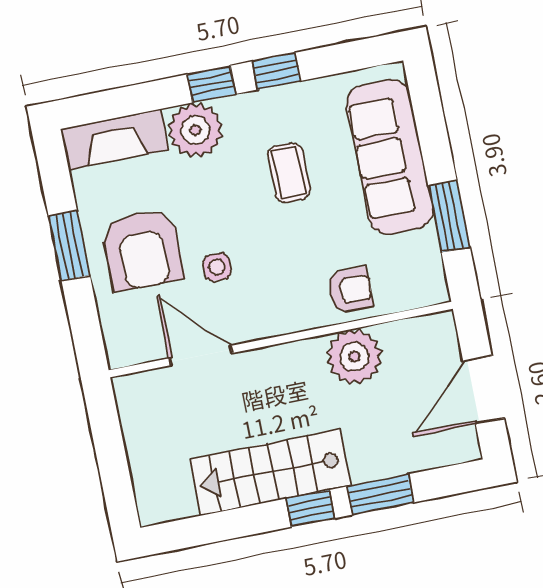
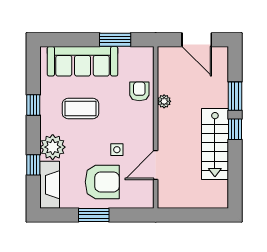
window: (211, 84) -> (33, 165), moved
coffee table: (289, 173) -> (80, 109), width x1.36, depth x1.30
plant: (354, 357) -> (164, 101), width x0.53, depth x0.53

